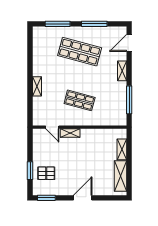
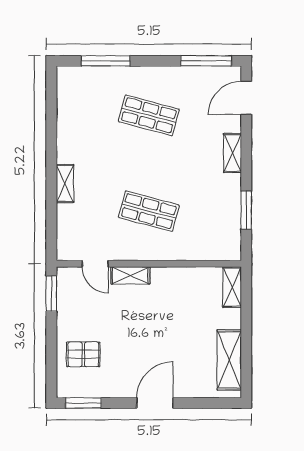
window: (94, 24) -> (206, 61), moved
shop shelf: (80, 52) -> (149, 115), width x0.70, depth x0.74
window: (129, 100) -> (246, 210), width x0.69
shelving: (122, 149) -> (232, 287), moved
window: (30, 171) -> (51, 294), moved

